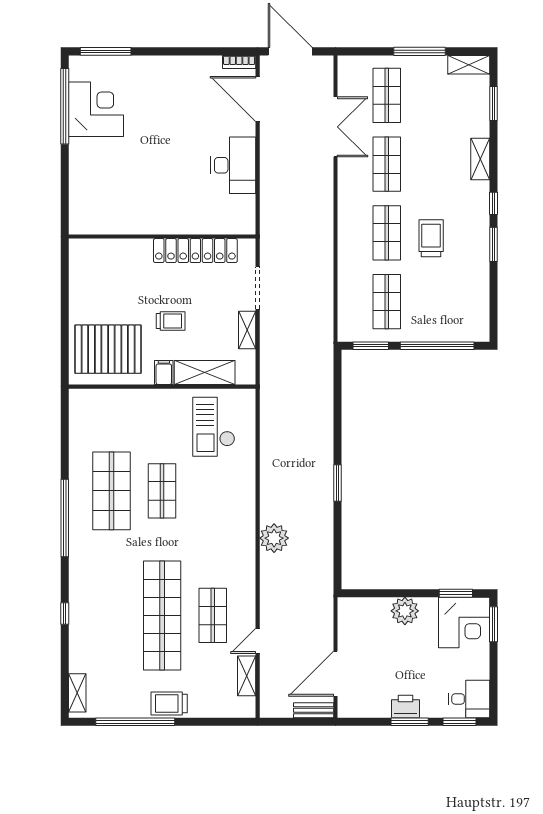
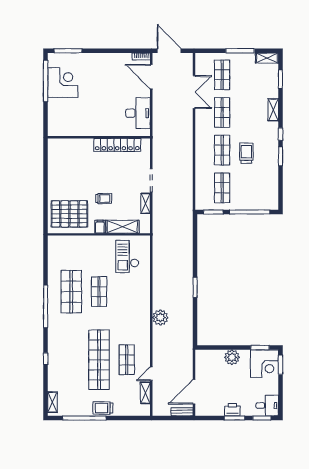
wall: (162, 237) -> (99, 137), moved
locker: (195, 251) -> (117, 145), moved

